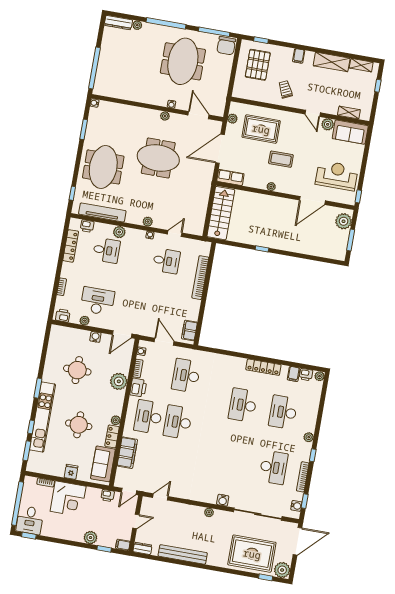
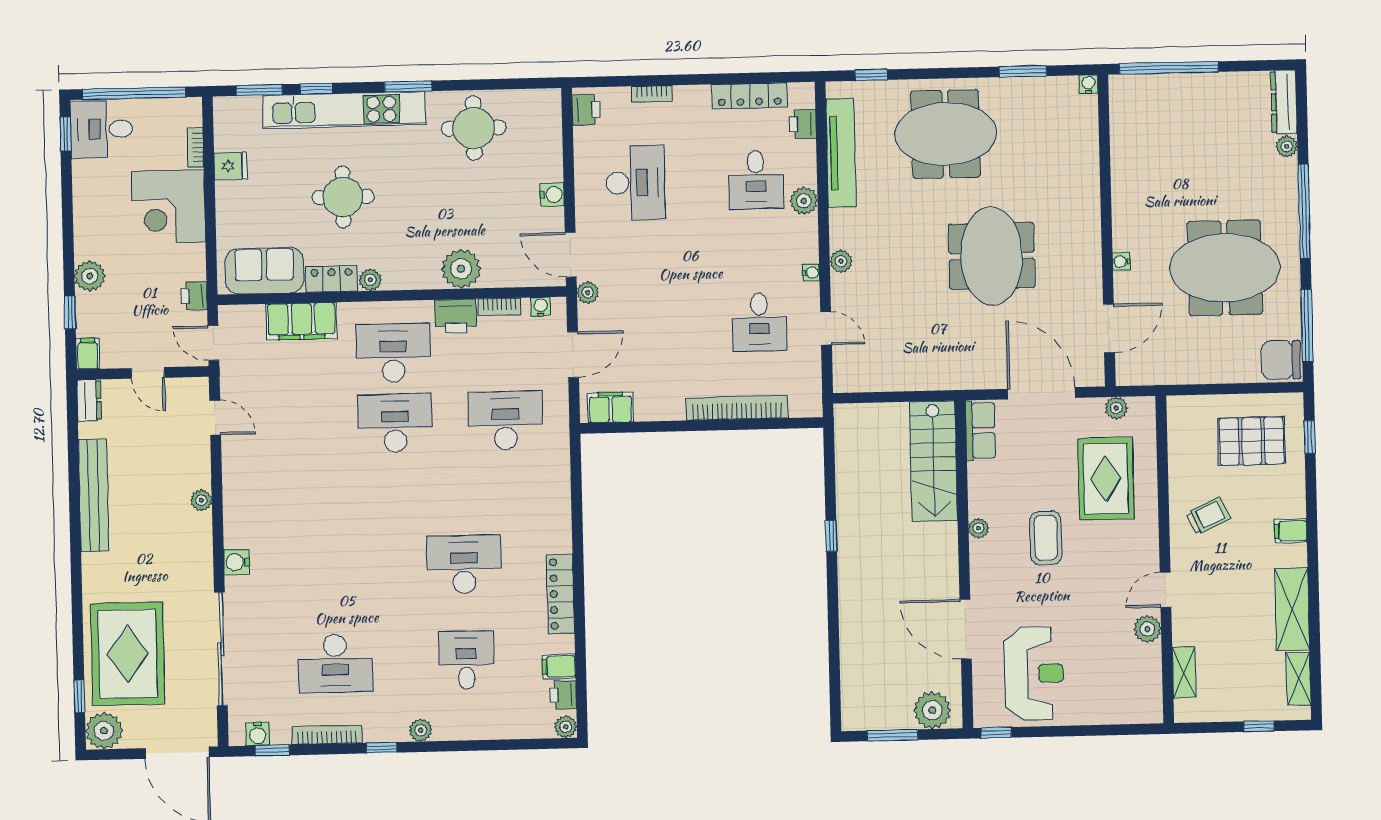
plant: (165, 116) -> (1091, 252), removed
sofa: (350, 132) -> (1140, 684), removed
stairs: (221, 213) -> (934, 461), moved, turned 90
plant: (85, 321) -> (588, 292), moved
round table: (77, 370) -> (474, 128), moved
desk: (283, 412) -> (466, 660), width x0.73
fridge: (71, 472) -> (231, 166), moved
plant: (209, 512) -> (201, 500), moved

